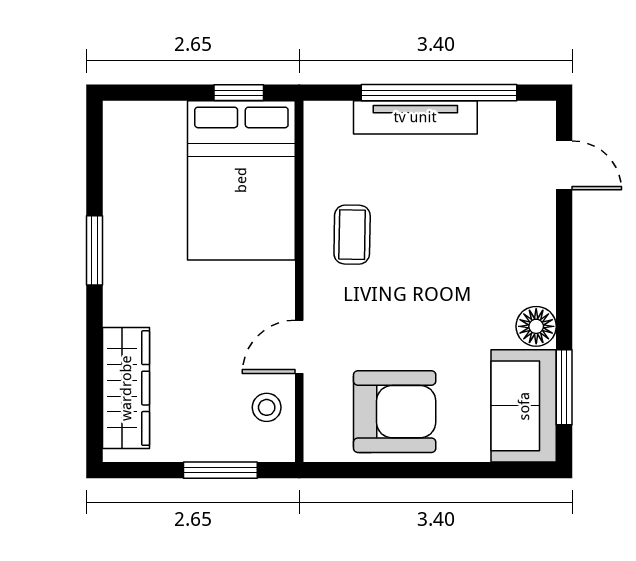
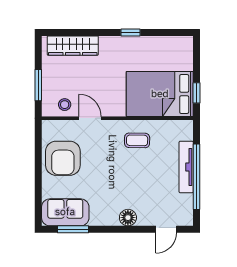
window: (95, 250) -> (130, 32), width x0.67
floor lamp: (536, 326) -> (128, 218), moved

